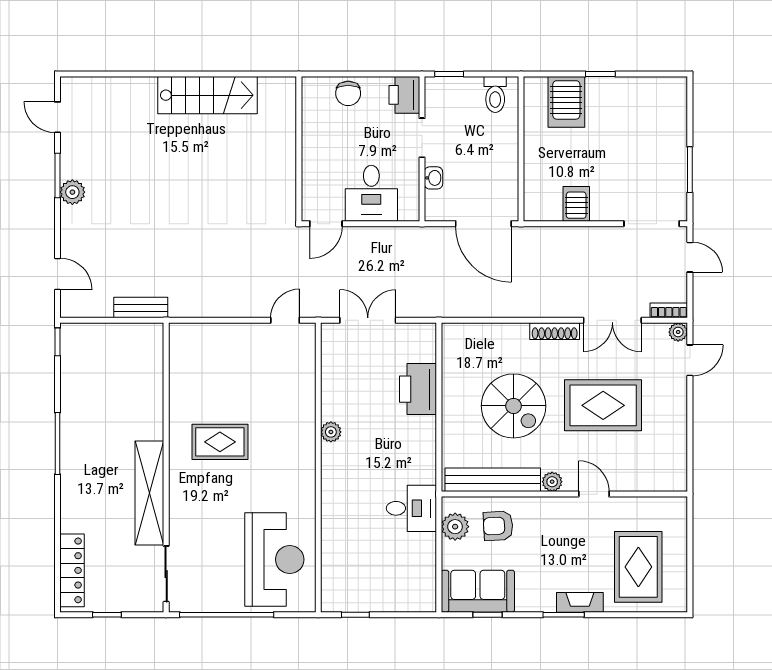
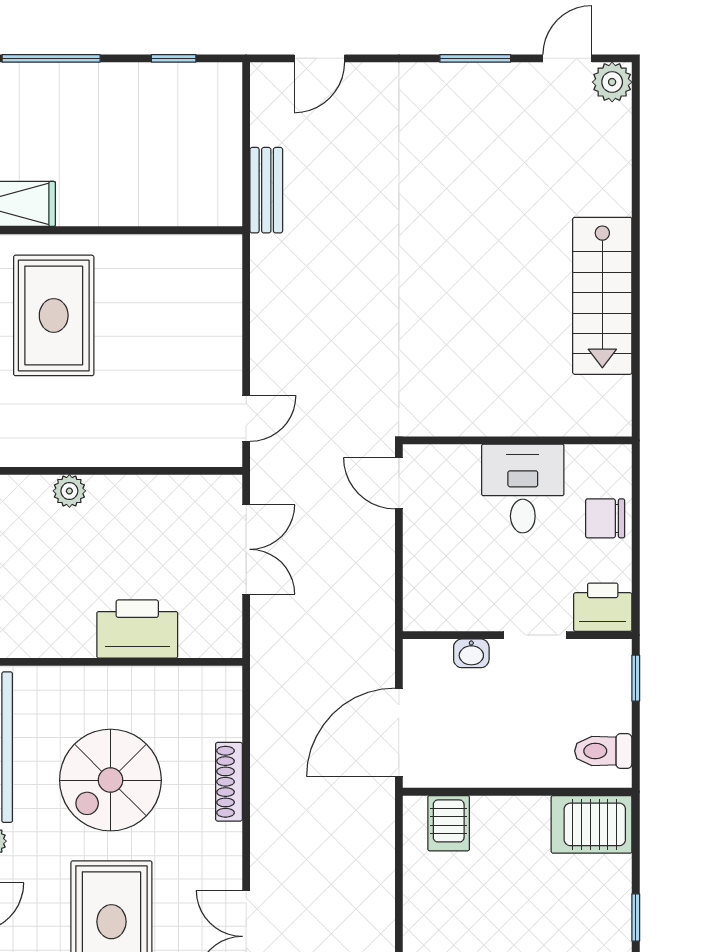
server rack: (566, 102) -> (592, 824), moved
plant: (72, 192) -> (612, 82), moved
desk: (371, 193) -> (523, 489), moved, turned 90
server rack: (576, 204) -> (449, 823), moved, turned 90
door: (285, 320) -> (246, 419), hinge flipped
shoe rack: (555, 331) -> (229, 782), moved
window: (57, 342) -> (174, 58), moved
rug: (220, 442) -> (54, 315), width x1.36, depth x1.43

